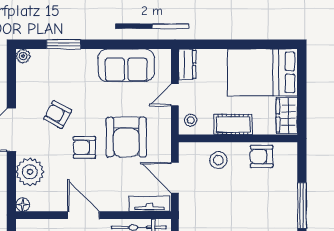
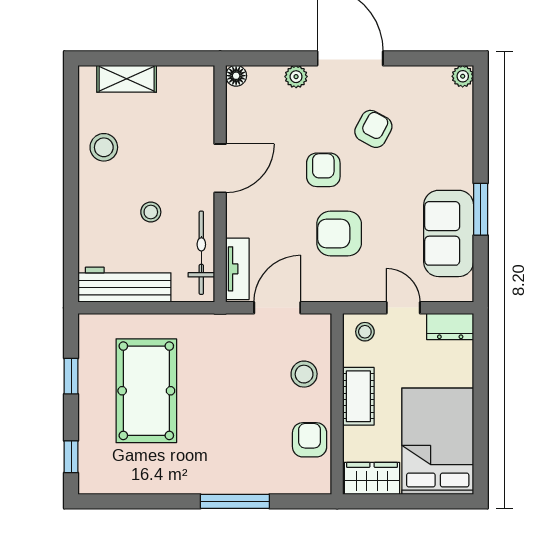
window: (64, 44) -> (481, 209), moved
armchair: (126, 137) -> (339, 233), width x0.73, depth x0.73
plant: (30, 172) -> (296, 77), width x0.53, depth x0.53

